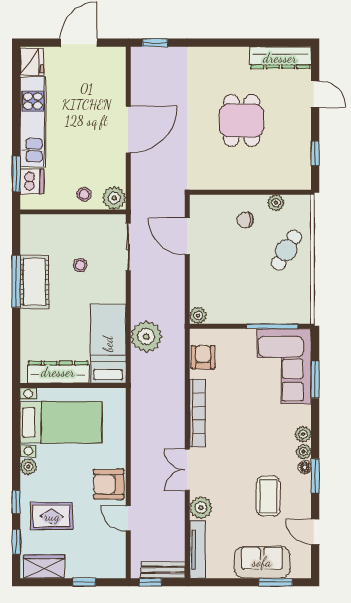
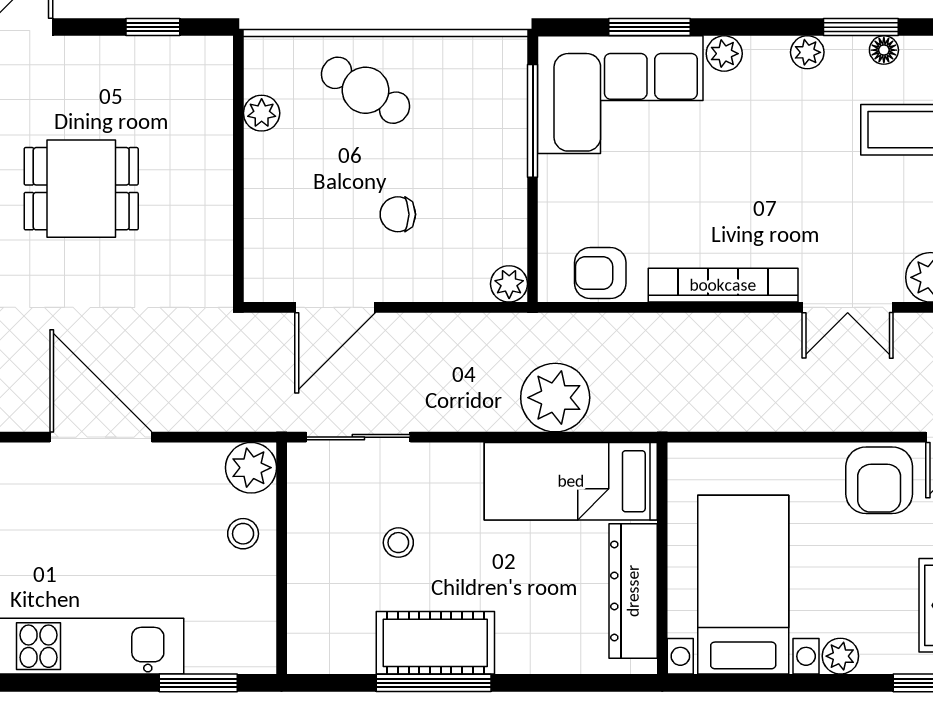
dishwasher: (32, 181) -> (215, 648), removed
chair: (245, 220) -> (398, 214), moved, turned 91
plant: (303, 434) -> (724, 54), moved
floor lamp: (305, 467) -> (884, 50), moved

